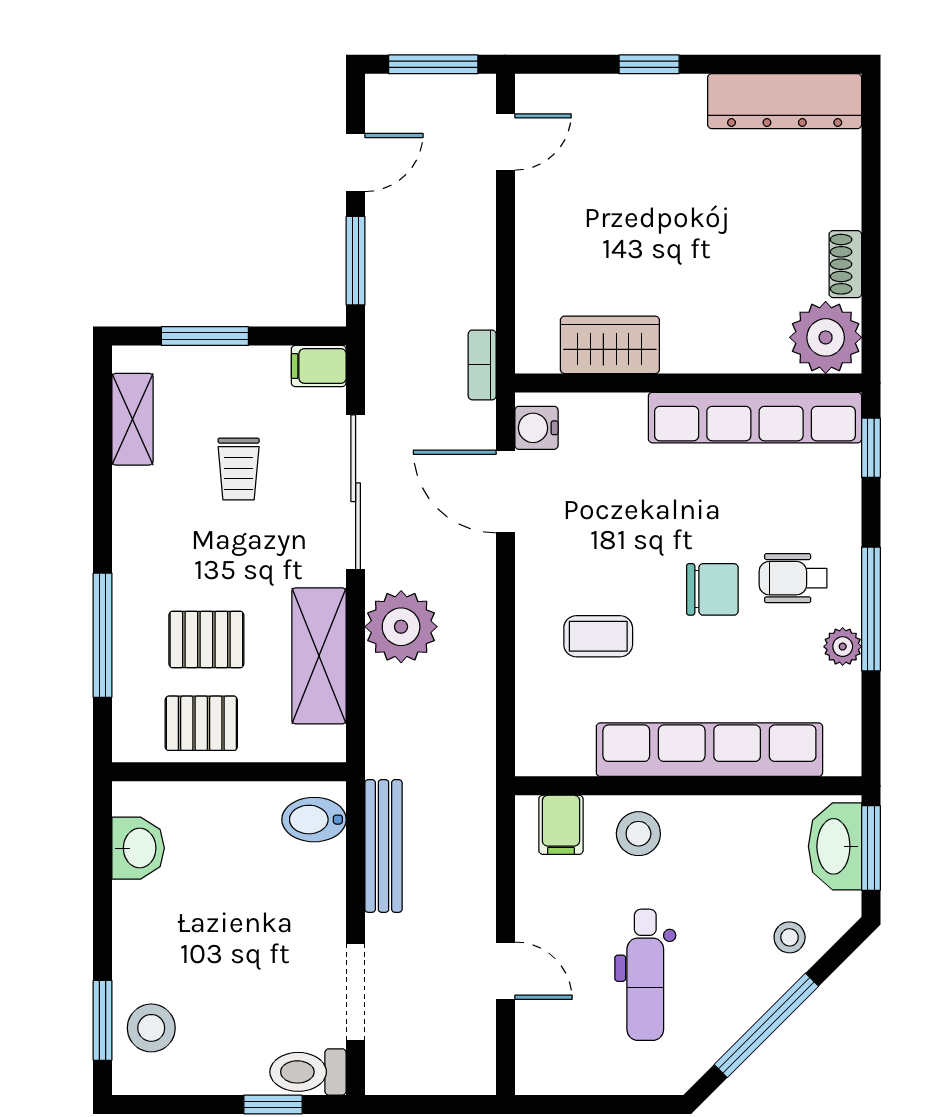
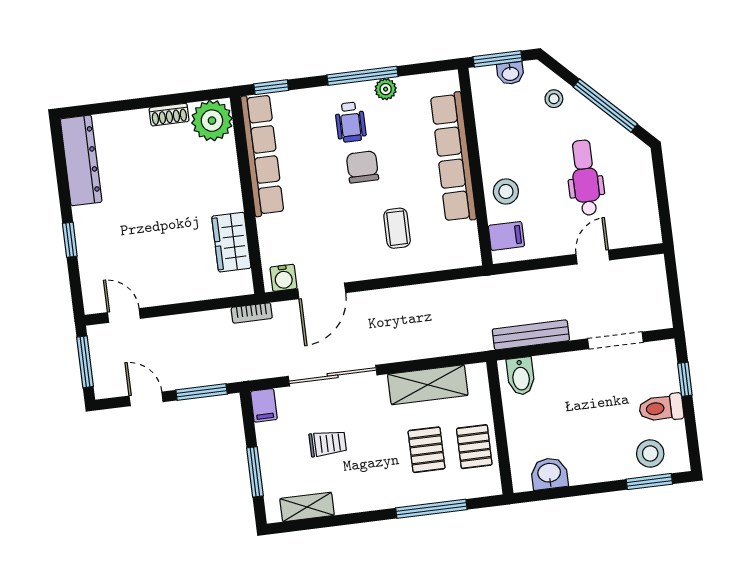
plant: (401, 627) -> (406, 340), removed
washbasin: (835, 846) -> (510, 73), width x0.52, depth x0.69
dental chair: (645, 975) -> (585, 178), turned -90
toilet: (308, 1072) -> (661, 408), moved, turned 90

